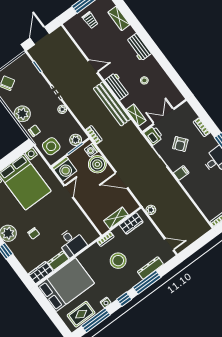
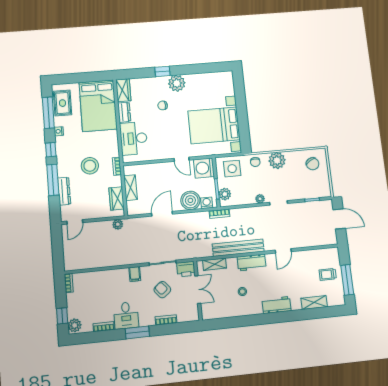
desk: (72, 242) -> (134, 138), width x1.37

